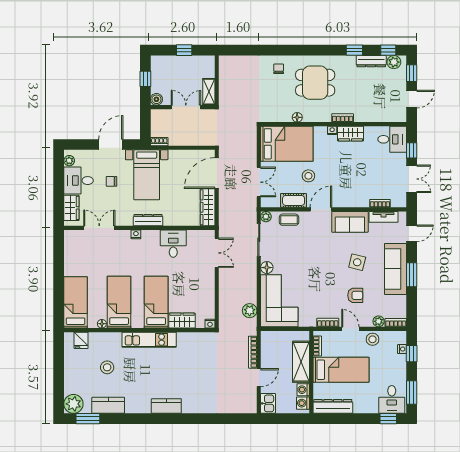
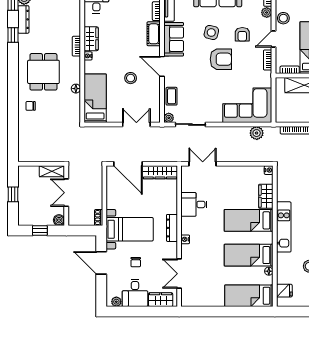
bed: (287, 144) -> (95, 98), width x0.67
cot: (294, 200) -> (154, 34), moved
floor lamp: (267, 268) -> (216, 117), removed
armchair: (329, 272) -> (221, 59), added
armchair: (355, 295) -> (242, 34), turned 180

